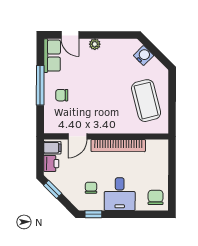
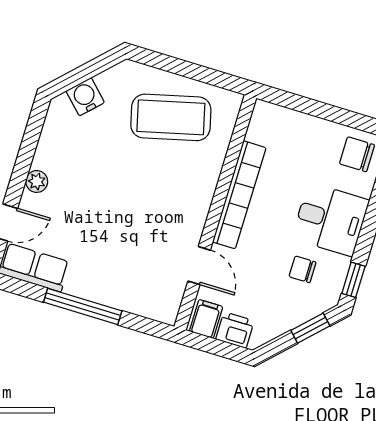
chair: (62, 95) -> (113, 272), removed
window: (53, 189) -> (310, 328), moved

